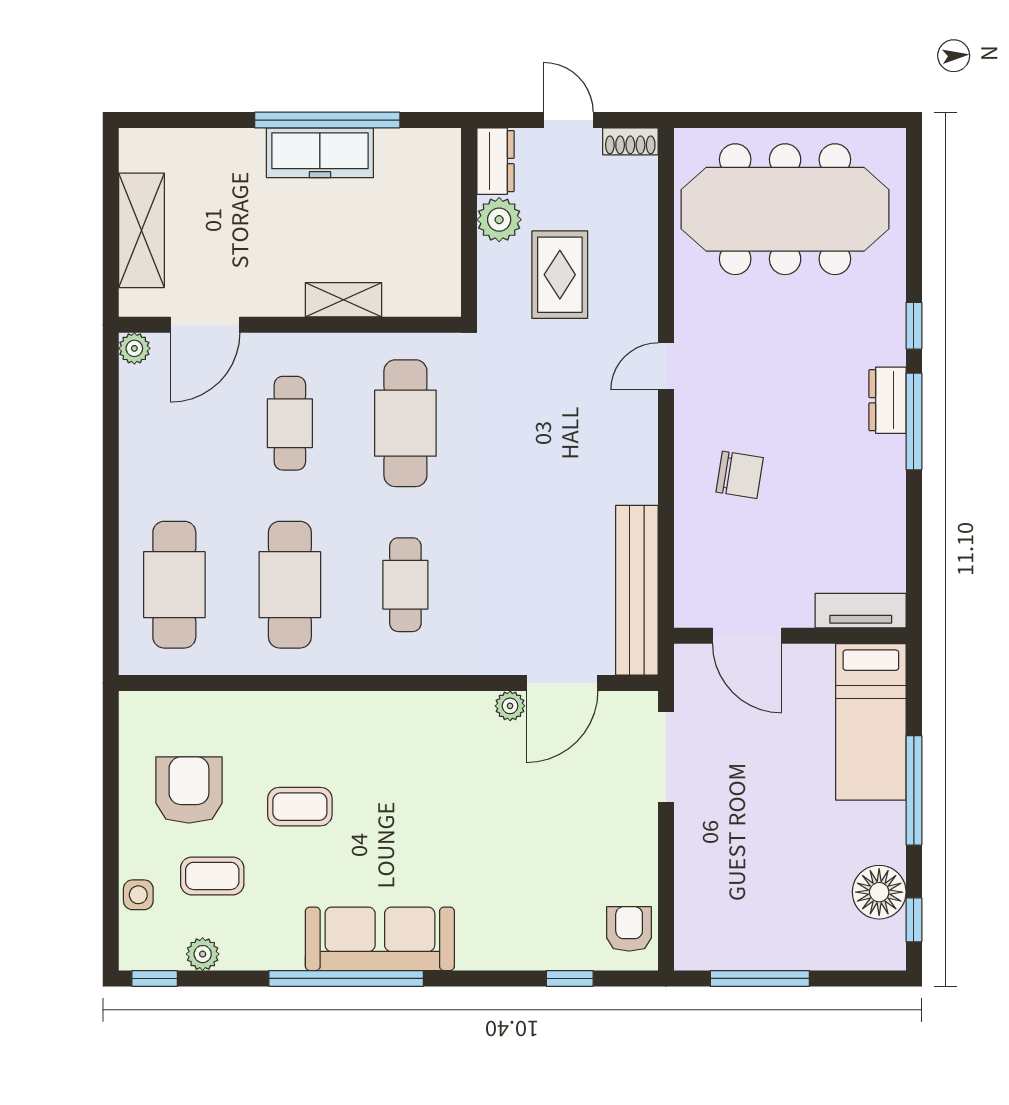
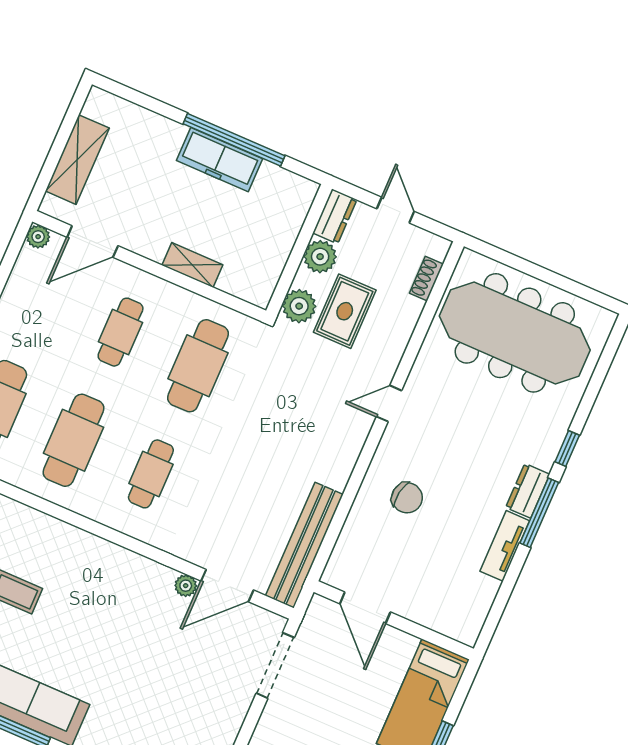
shoe rack: (630, 141) -> (426, 279), moved, turned 90
plant: (500, 293) -> (299, 306), added
tv unit: (861, 611) -> (505, 546), moved, turned -90

